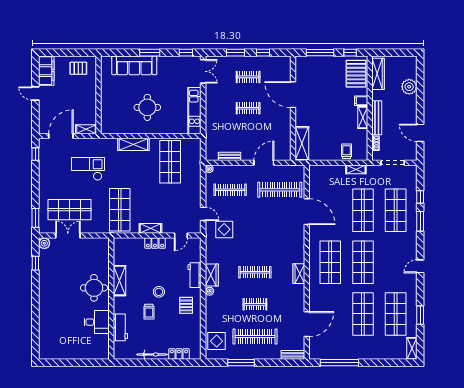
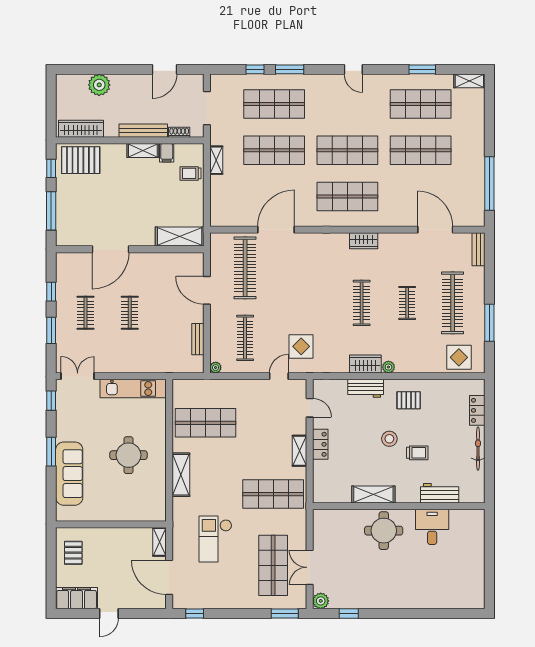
filing cabinet: (361, 101) -> (167, 153), moved

